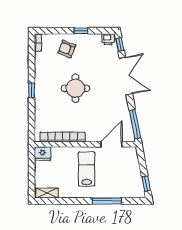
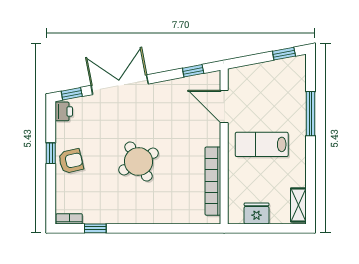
armchair: (67, 49) -> (71, 161), moved, turned -124
round table: (75, 88) -> (139, 162), turned -30
window: (32, 90) -> (95, 228), moved
window: (135, 124) -> (193, 71), width x0.46
fridge: (43, 154) -> (257, 213), moved, turned -90

